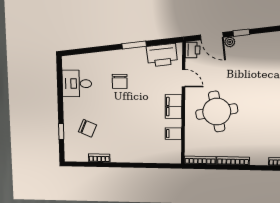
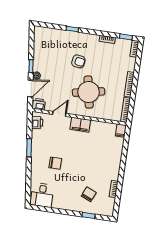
printer: (162, 55) -> (37, 123), width x0.53, depth x0.68
desk: (77, 84) -> (42, 195), moved
armchair: (255, 94) -> (78, 61), added
filing cabinet: (173, 134) -> (121, 131), moved

